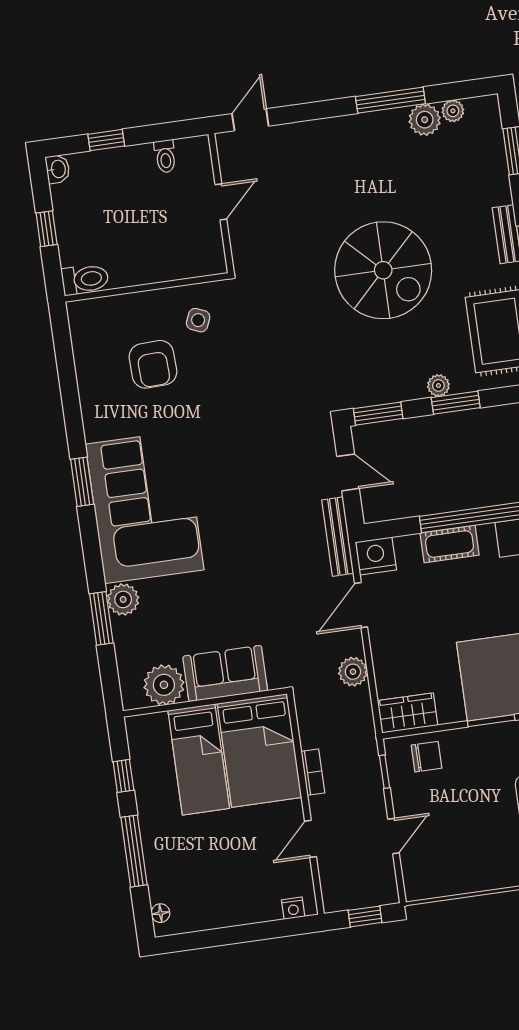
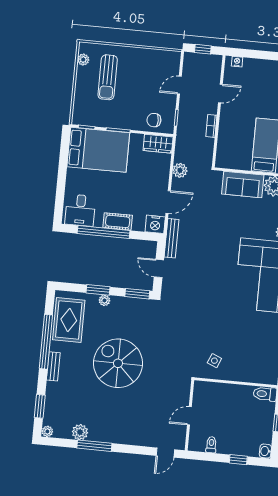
plant: (453, 111) -> (47, 431), moved
armchair: (153, 364) -> (242, 344), removed
bed: (259, 750) -> (235, 143), removed

